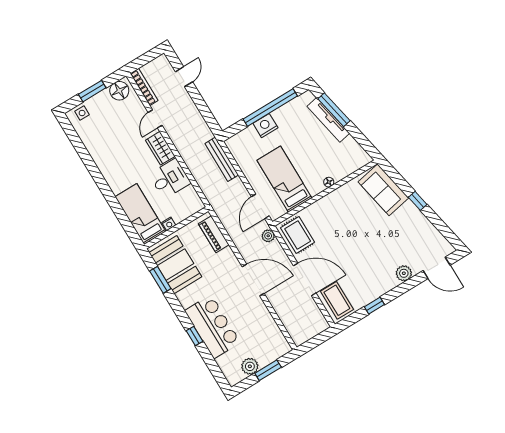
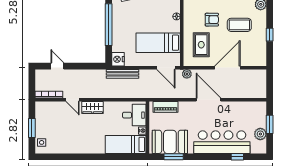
floor lamp: (119, 91) -> (42, 111), removed
nightstand: (265, 126) -> (118, 59), moved
desk: (170, 179) -> (134, 115), moved, turned 90
armchair: (350, 226) -> (212, 20), added
rug: (298, 235) -> (201, 45), moved, turned 90
door: (253, 280) -> (208, 100), hinge flipped
coffee table: (337, 300) -> (239, 25), moved
bar counter: (212, 327) -> (222, 142), width x1.36
window: (194, 336) -> (237, 157), moved

